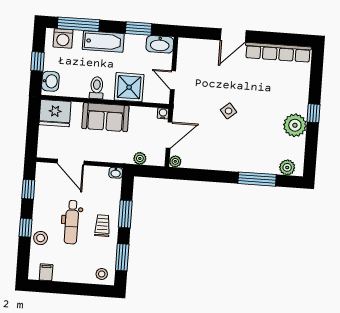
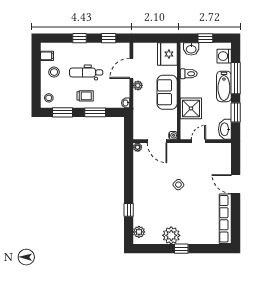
window: (78, 24) -> (236, 78), moved
toilet: (97, 88) -> (189, 74), moved
plant: (140, 158) -> (138, 85), moved
window: (257, 179) -> (129, 210), width x0.46
stool: (41, 238) -> (54, 72), moved

